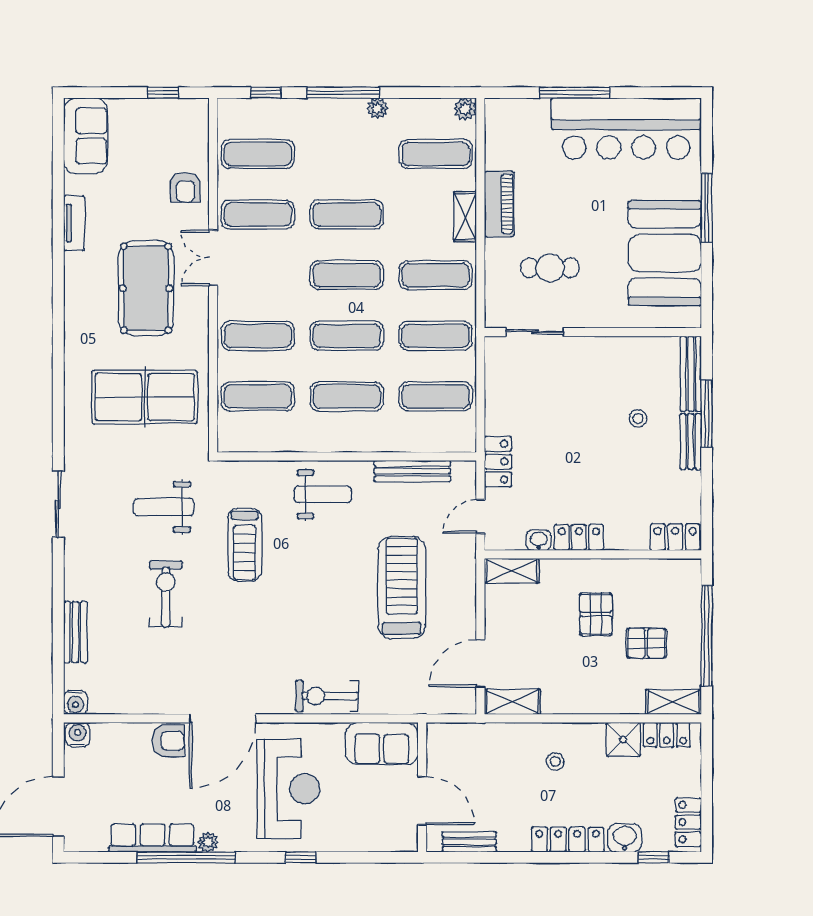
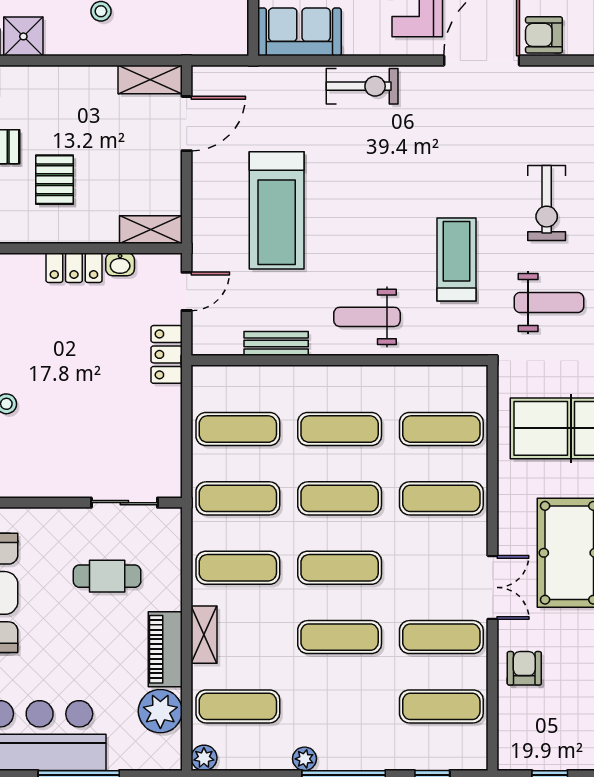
plant: (503, 150) -> (160, 711), added
bench: (412, 471) -> (276, 344), width x0.73

